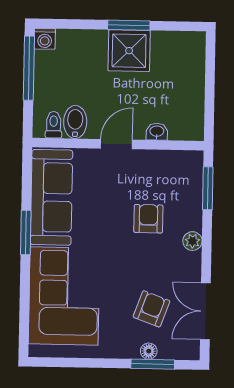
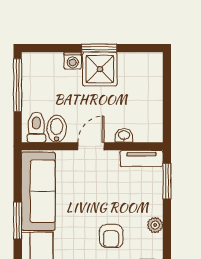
washing machine: (45, 39) -> (73, 61), moved
toilet: (54, 125) -> (36, 127), width x1.37, depth x1.39
tv unit: (178, 160) -> (142, 158), added
armchair: (148, 219) -> (111, 236), moved, turned 180

